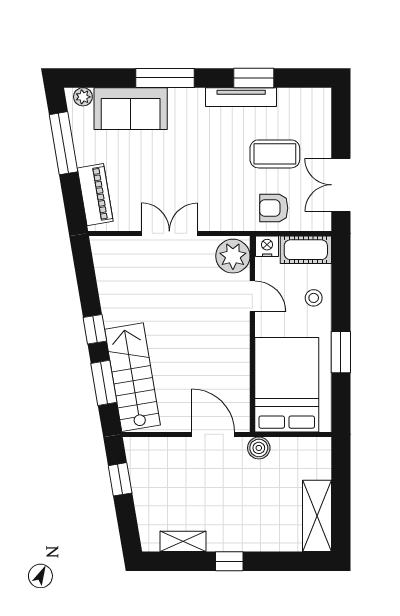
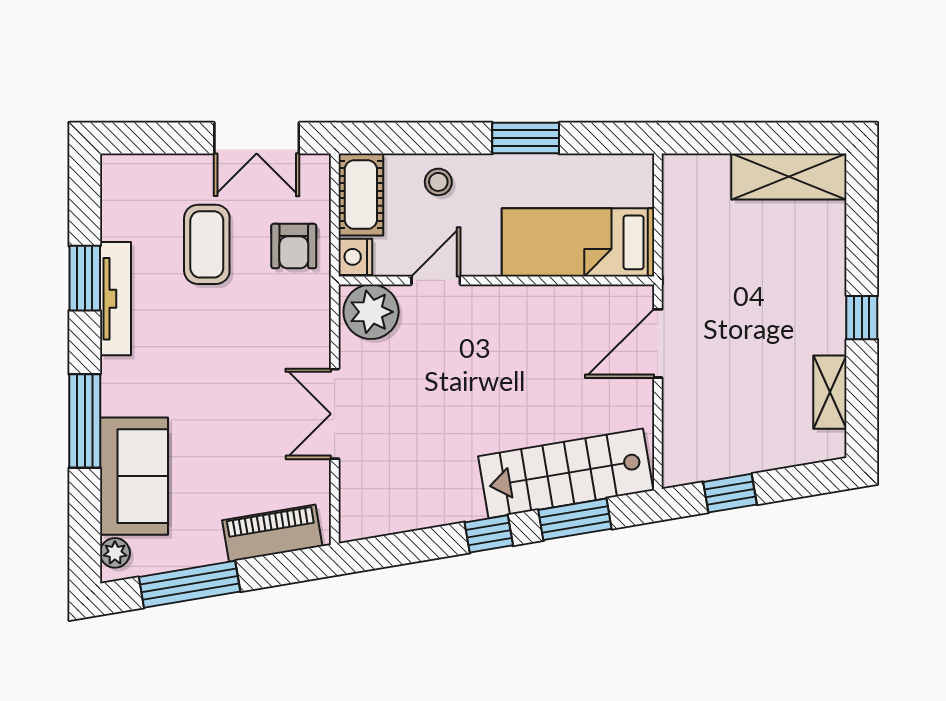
bed: (287, 385) -> (578, 242), width x0.67
boiler: (259, 448) -> (680, 270), removed

